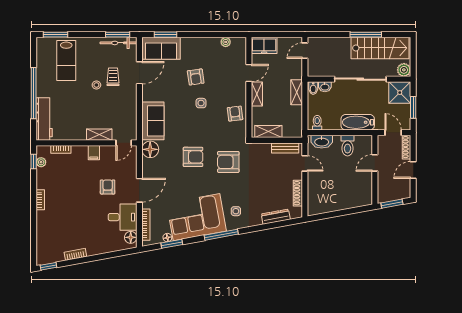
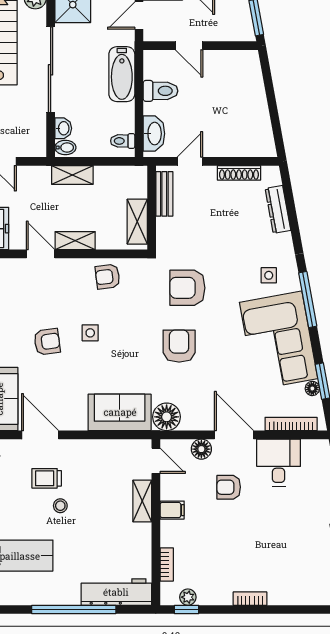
armchair: (228, 162) -> (187, 288), turned 90
floor lamp: (131, 237) -> (201, 449), moved

